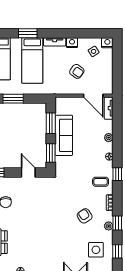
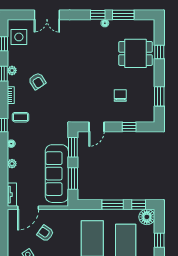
door: (93, 96) -> (28, 208), swing flipped
sofa: (64, 135) -> (57, 174), width x1.36, depth x1.27
door: (28, 172) -> (96, 127), hinge flipped
side table: (96, 250) -> (19, 37), moved

